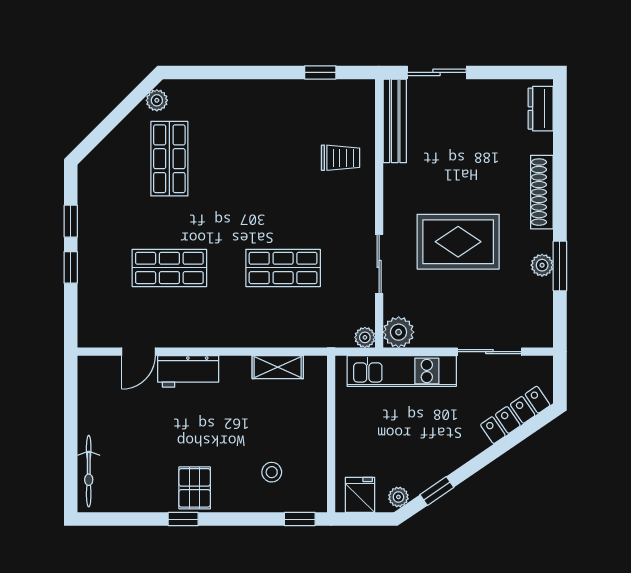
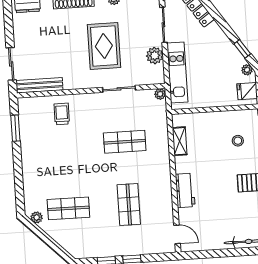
window: (320, 72) -> (15, 128), width x1.50
shop shelf: (283, 268) -> (125, 142), turned 90
plant: (399, 332) -> (155, 56), moved
door: (139, 352) -> (177, 234), moved

